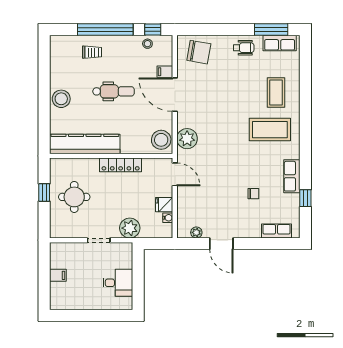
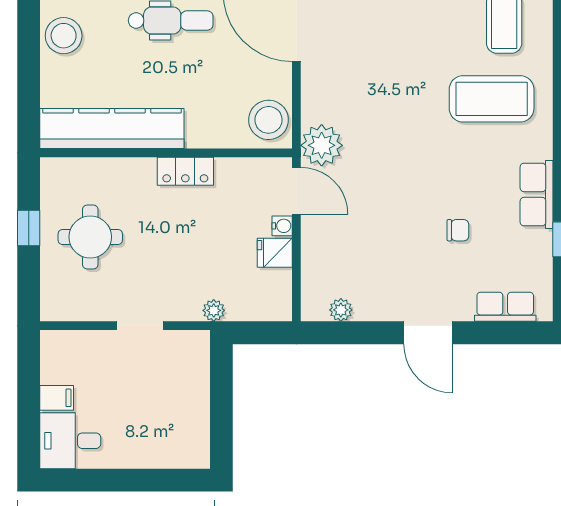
plant: (187, 139) -> (322, 145), moved
locker: (121, 165) -> (185, 171), width x0.66
water cooler: (168, 218) -> (282, 226), moved
plant: (130, 228) -> (214, 310), width x0.53, depth x0.53
door: (221, 244) -> (428, 333), moved
desk: (118, 283) -> (70, 441), moved, turned 180

